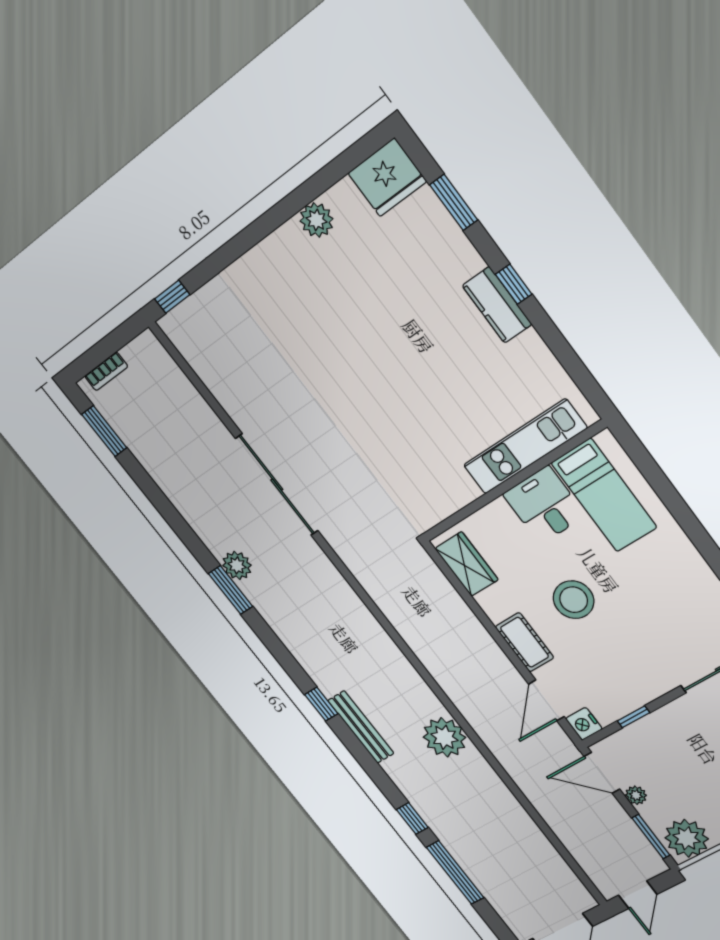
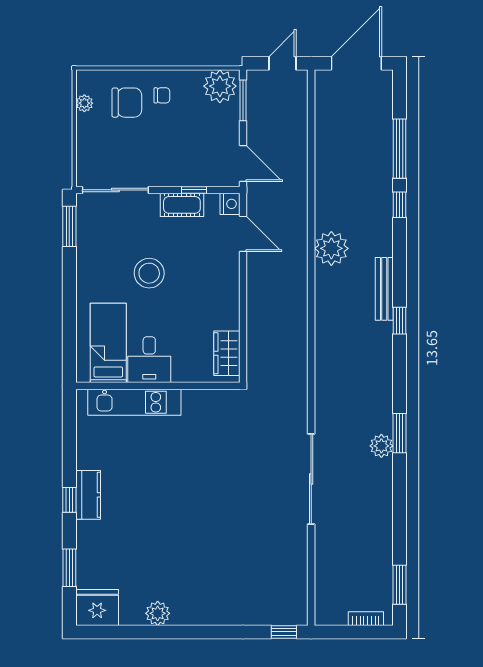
stool: (574, 600) -> (149, 273), moved
cot: (525, 642) -> (182, 205), moved, turned 90
door: (546, 700) -> (243, 234), hinge flipped
plant: (636, 795) -> (232, 135), removed

